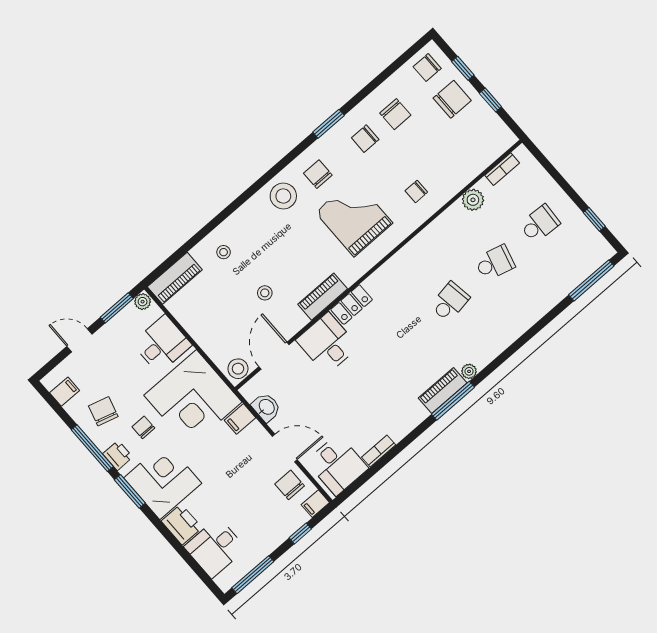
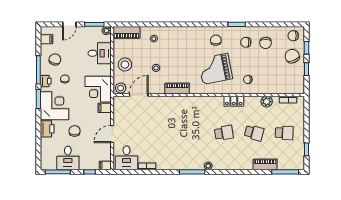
chair: (452, 99) -> (292, 56), turned -112
stool: (283, 196) -> (125, 65), moved
grand piano: (354, 218) -> (215, 69), turned -101
locker: (352, 305) -> (234, 101), moved
door: (79, 340) -> (69, 24), swing flipped
desk: (327, 343) -> (163, 108), removed
piano: (443, 391) -> (265, 164), moved
corner desk: (193, 399) -> (98, 89), width x0.74, depth x0.74
washbasin: (266, 407) -> (119, 112), removed
door: (285, 448) -> (112, 134), swing flipped
chair: (290, 485) -> (75, 131), moved
desk: (215, 548) -> (68, 158), moved, turned -90

